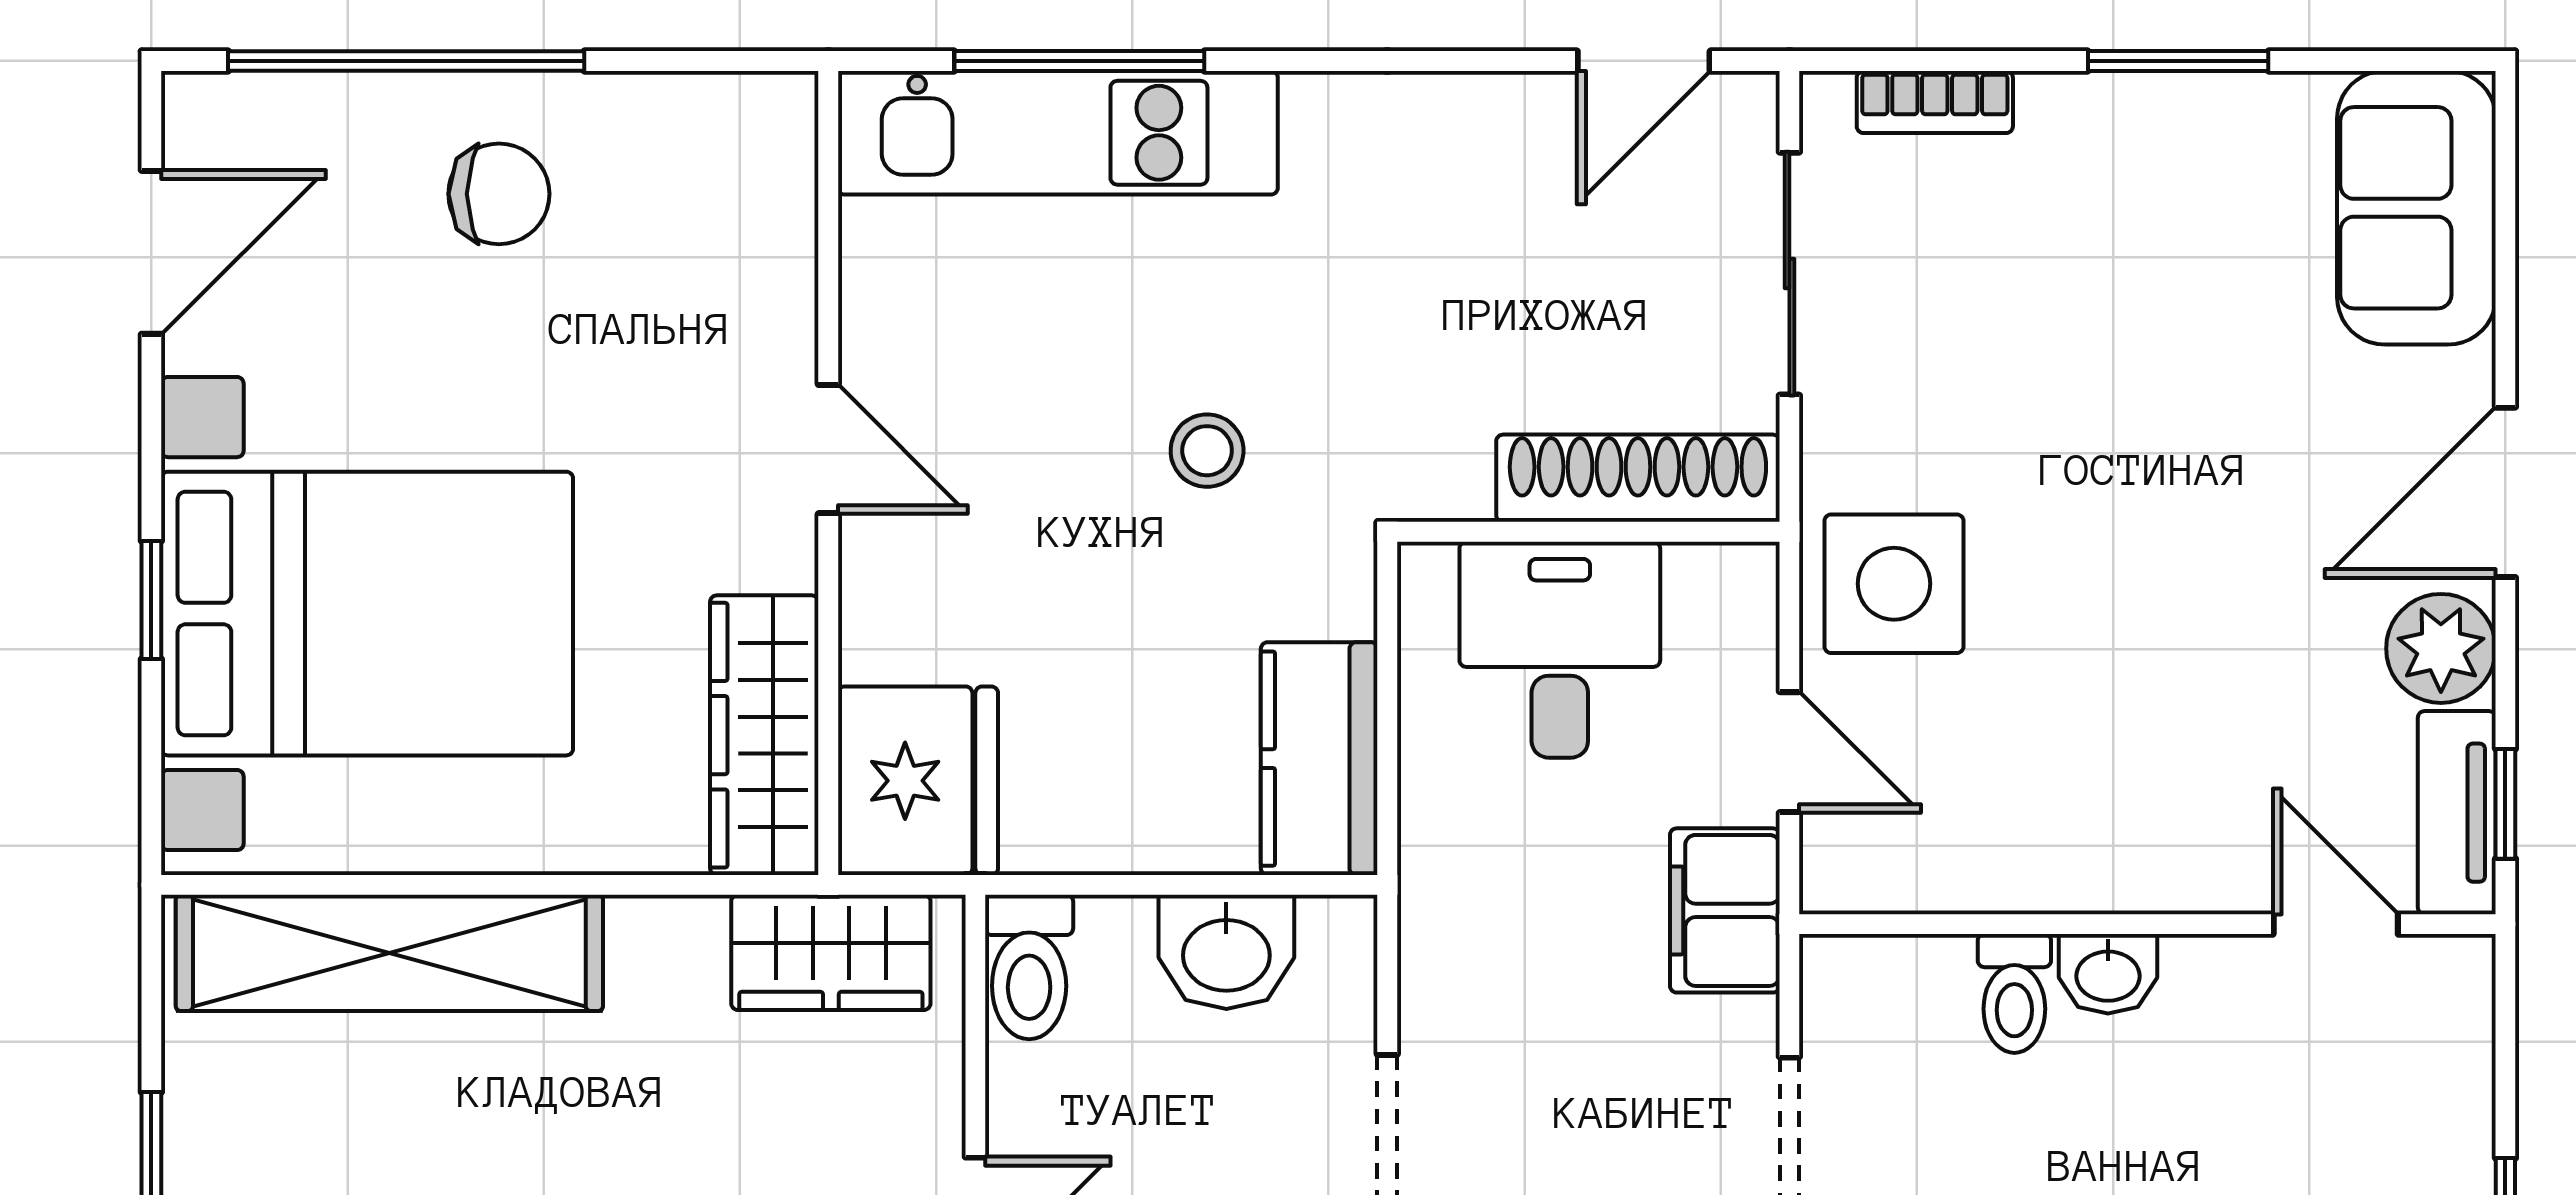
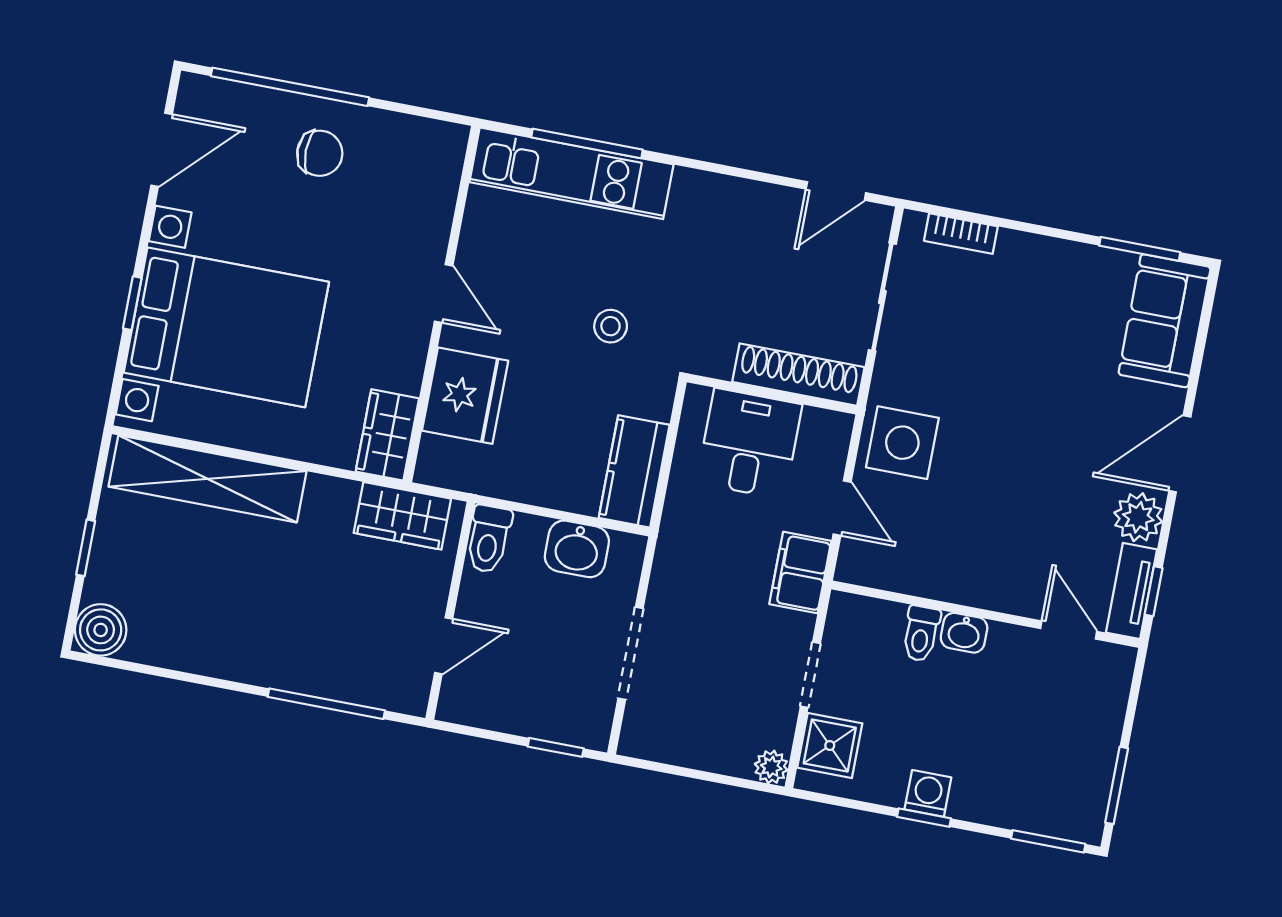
window: (2178, 61) -> (1140, 249), moved
wardrobe: (764, 735) -> (387, 435), width x0.67
fridge: (918, 781) -> (465, 396), moved

